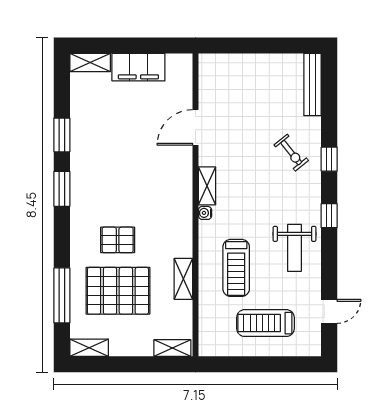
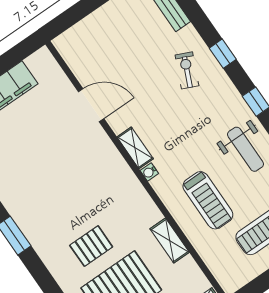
door: (195, 127) -> (91, 105), swing flipped
exercise bike: (291, 153) -> (187, 70), turned -117

